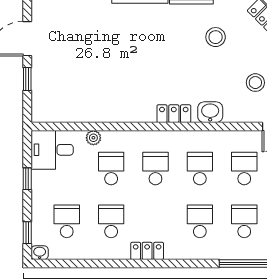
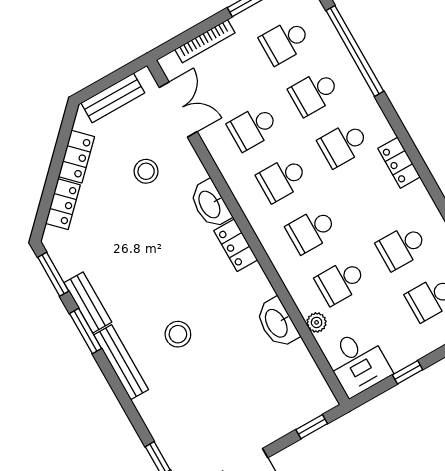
stool: (216, 37) -> (178, 334), moved
window: (27, 79) -> (312, 427), moved
washbasin: (108, 112) -> (277, 323), added
washbasin: (210, 112) -> (210, 204), width x1.38
locker: (147, 251) -> (399, 163), moved

